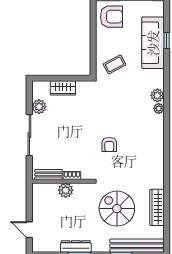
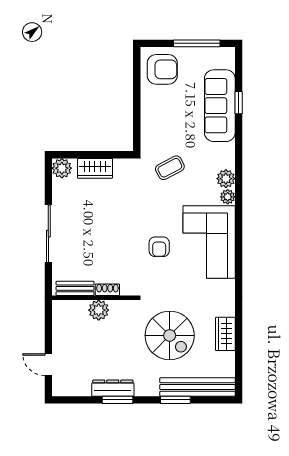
coffee table: (115, 64) -> (170, 168), moved
plant: (39, 107) -> (62, 168), moved
corner sofa: (145, 141) -> (209, 242), added
wardrobe: (157, 207) -> (225, 334), width x0.67
spiral stairs: (117, 209) -> (170, 335), turned 180

